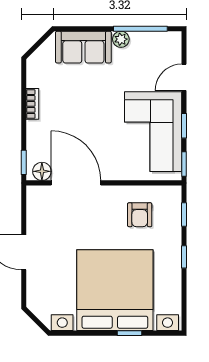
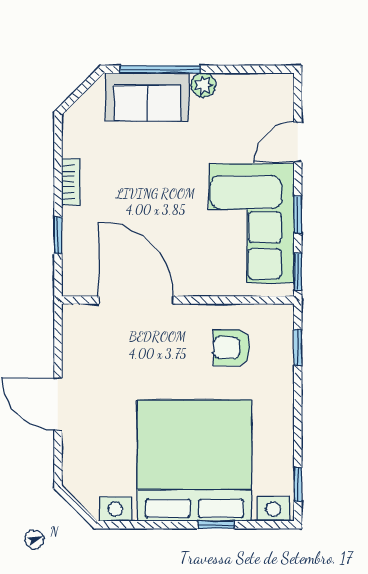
window: (140, 29) -> (160, 69), moved
window: (24, 162) -> (58, 235), moved
floor lamp: (42, 171) -> (85, 283), removed
armchair: (140, 215) -> (231, 348), turned 90
window: (184, 257) -> (298, 485), moved

